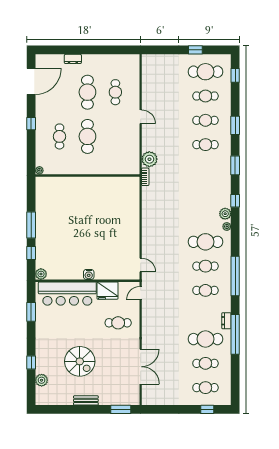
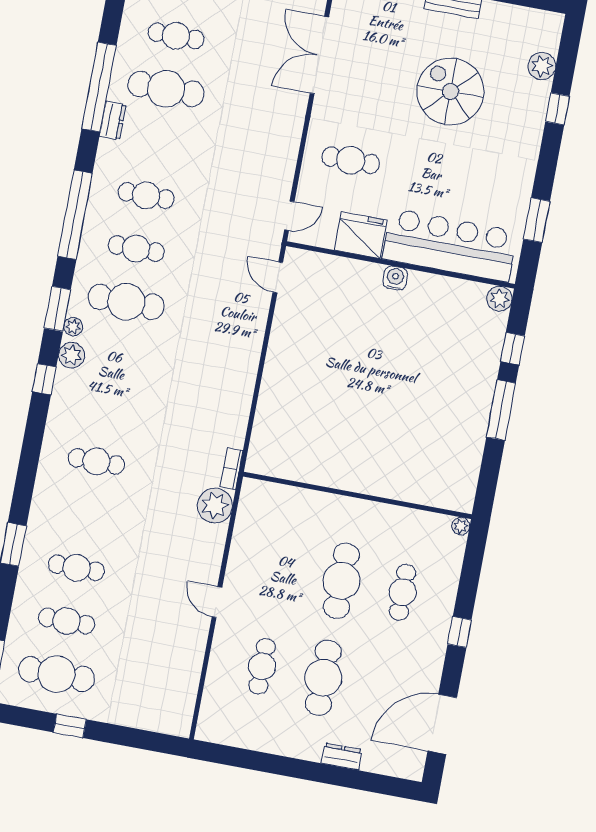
cafe table: (205, 145) -> (96, 461), moved
window: (235, 165) -> (57, 309), moved

